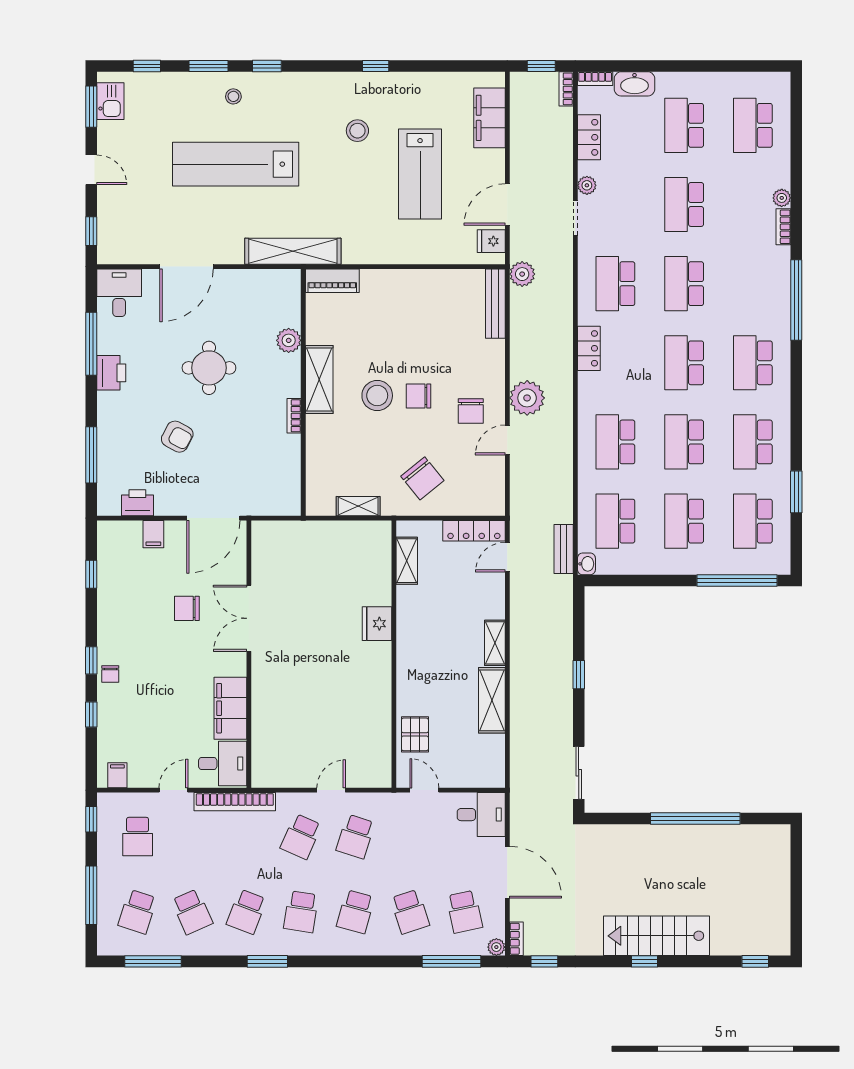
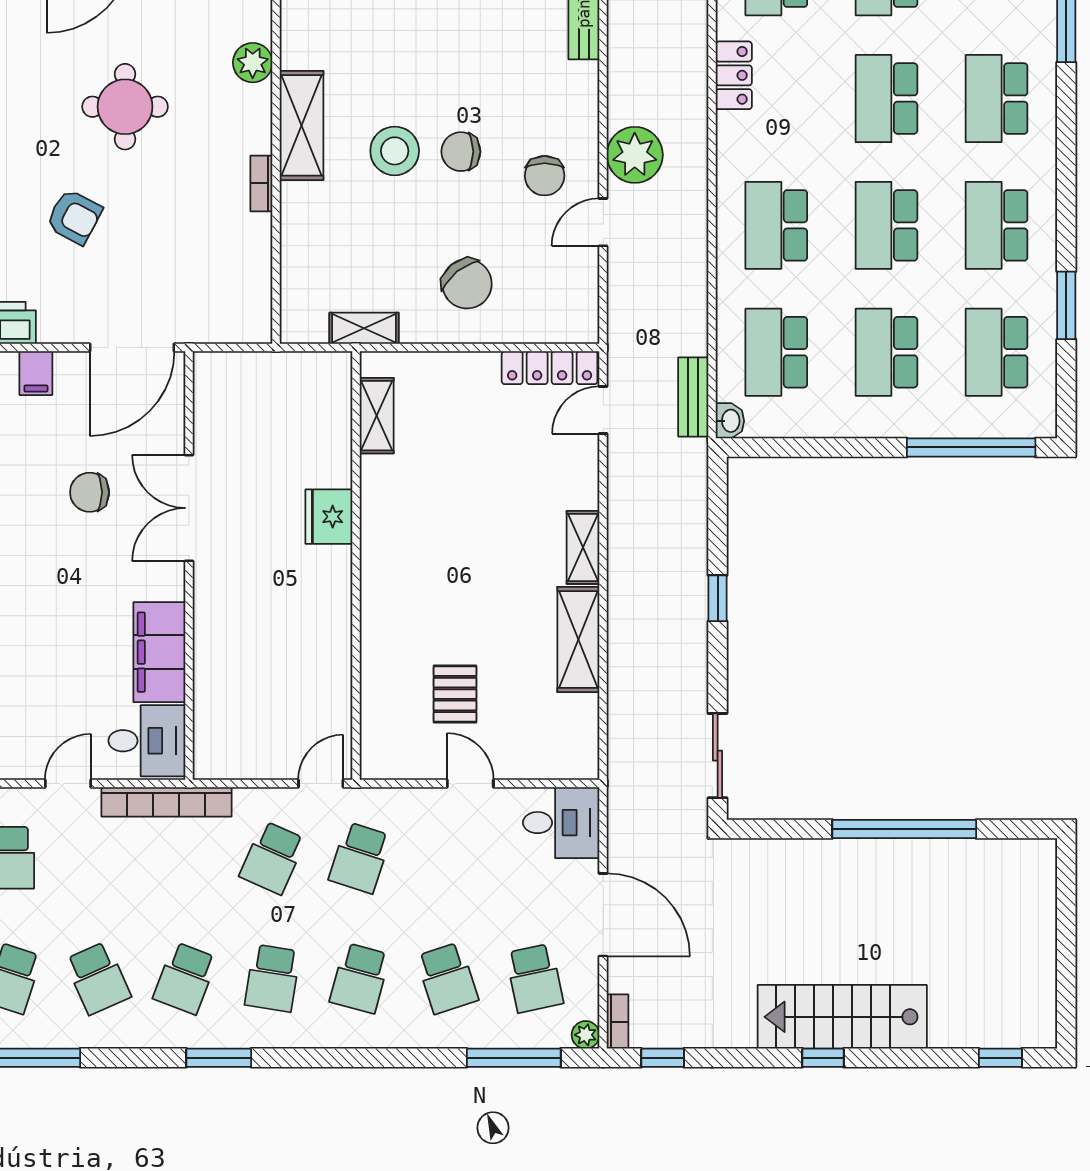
shelving: (407, 561) -> (377, 416), moved
fridge: (377, 624) -> (329, 517), moved
wall: (394, 654) -> (356, 566), moved

